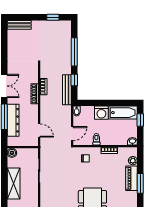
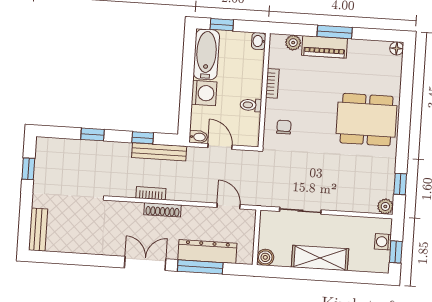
window: (74, 52) -> (93, 134), width x0.46
door: (39, 130) -> (229, 206), hinge flipped
door: (72, 134) -> (220, 146), moved

